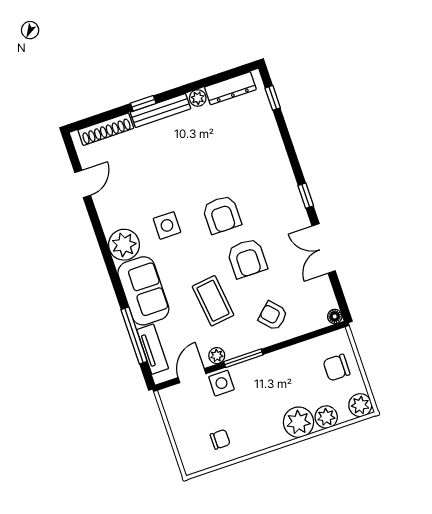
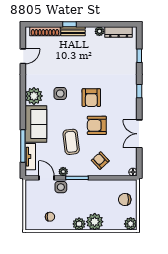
window: (273, 98) -> (139, 56), moved
bench: (161, 111) -> (73, 31), width x0.73
window: (306, 196) -> (139, 91), moved
armchair: (247, 258) -> (97, 125), turned 90
door: (192, 376) -> (46, 178), hinge flipped
plant: (326, 417) -> (79, 224), moved

